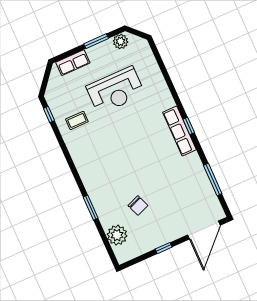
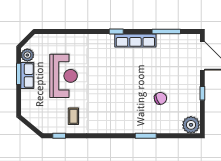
row of seats: (73, 63) -> (27, 76), moved
row of seats: (180, 131) -> (135, 40), moved
plant: (117, 235) -> (191, 125), moved

